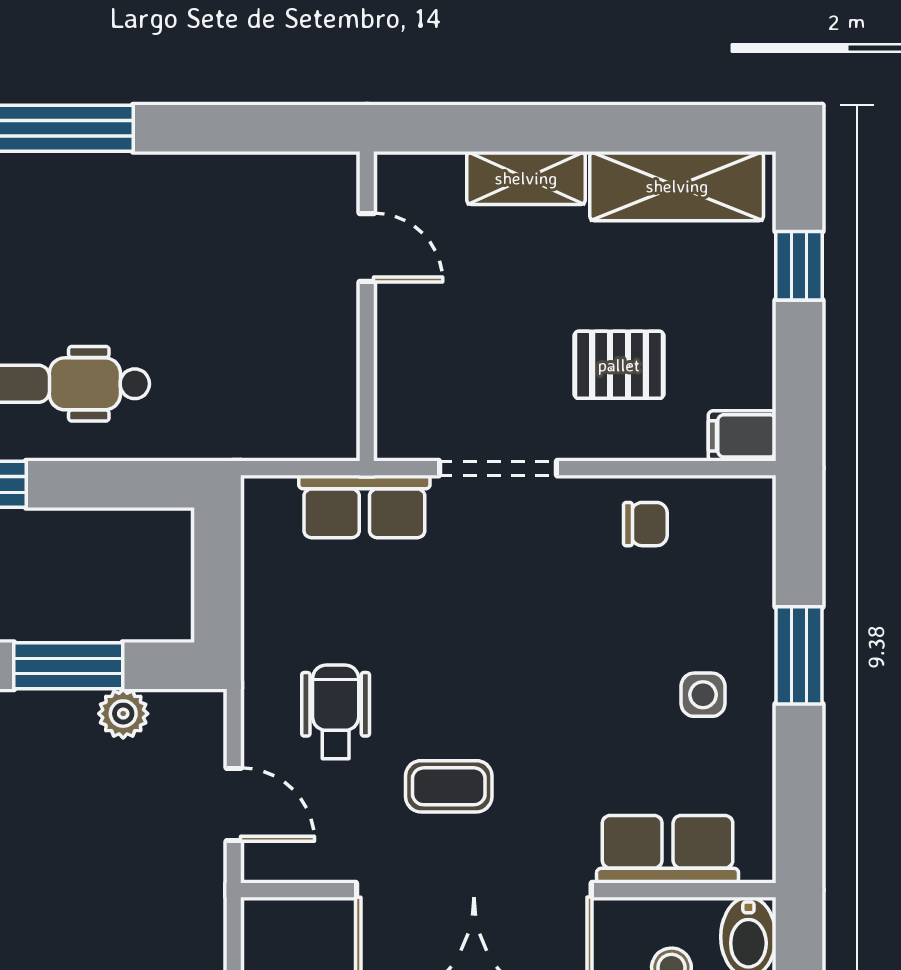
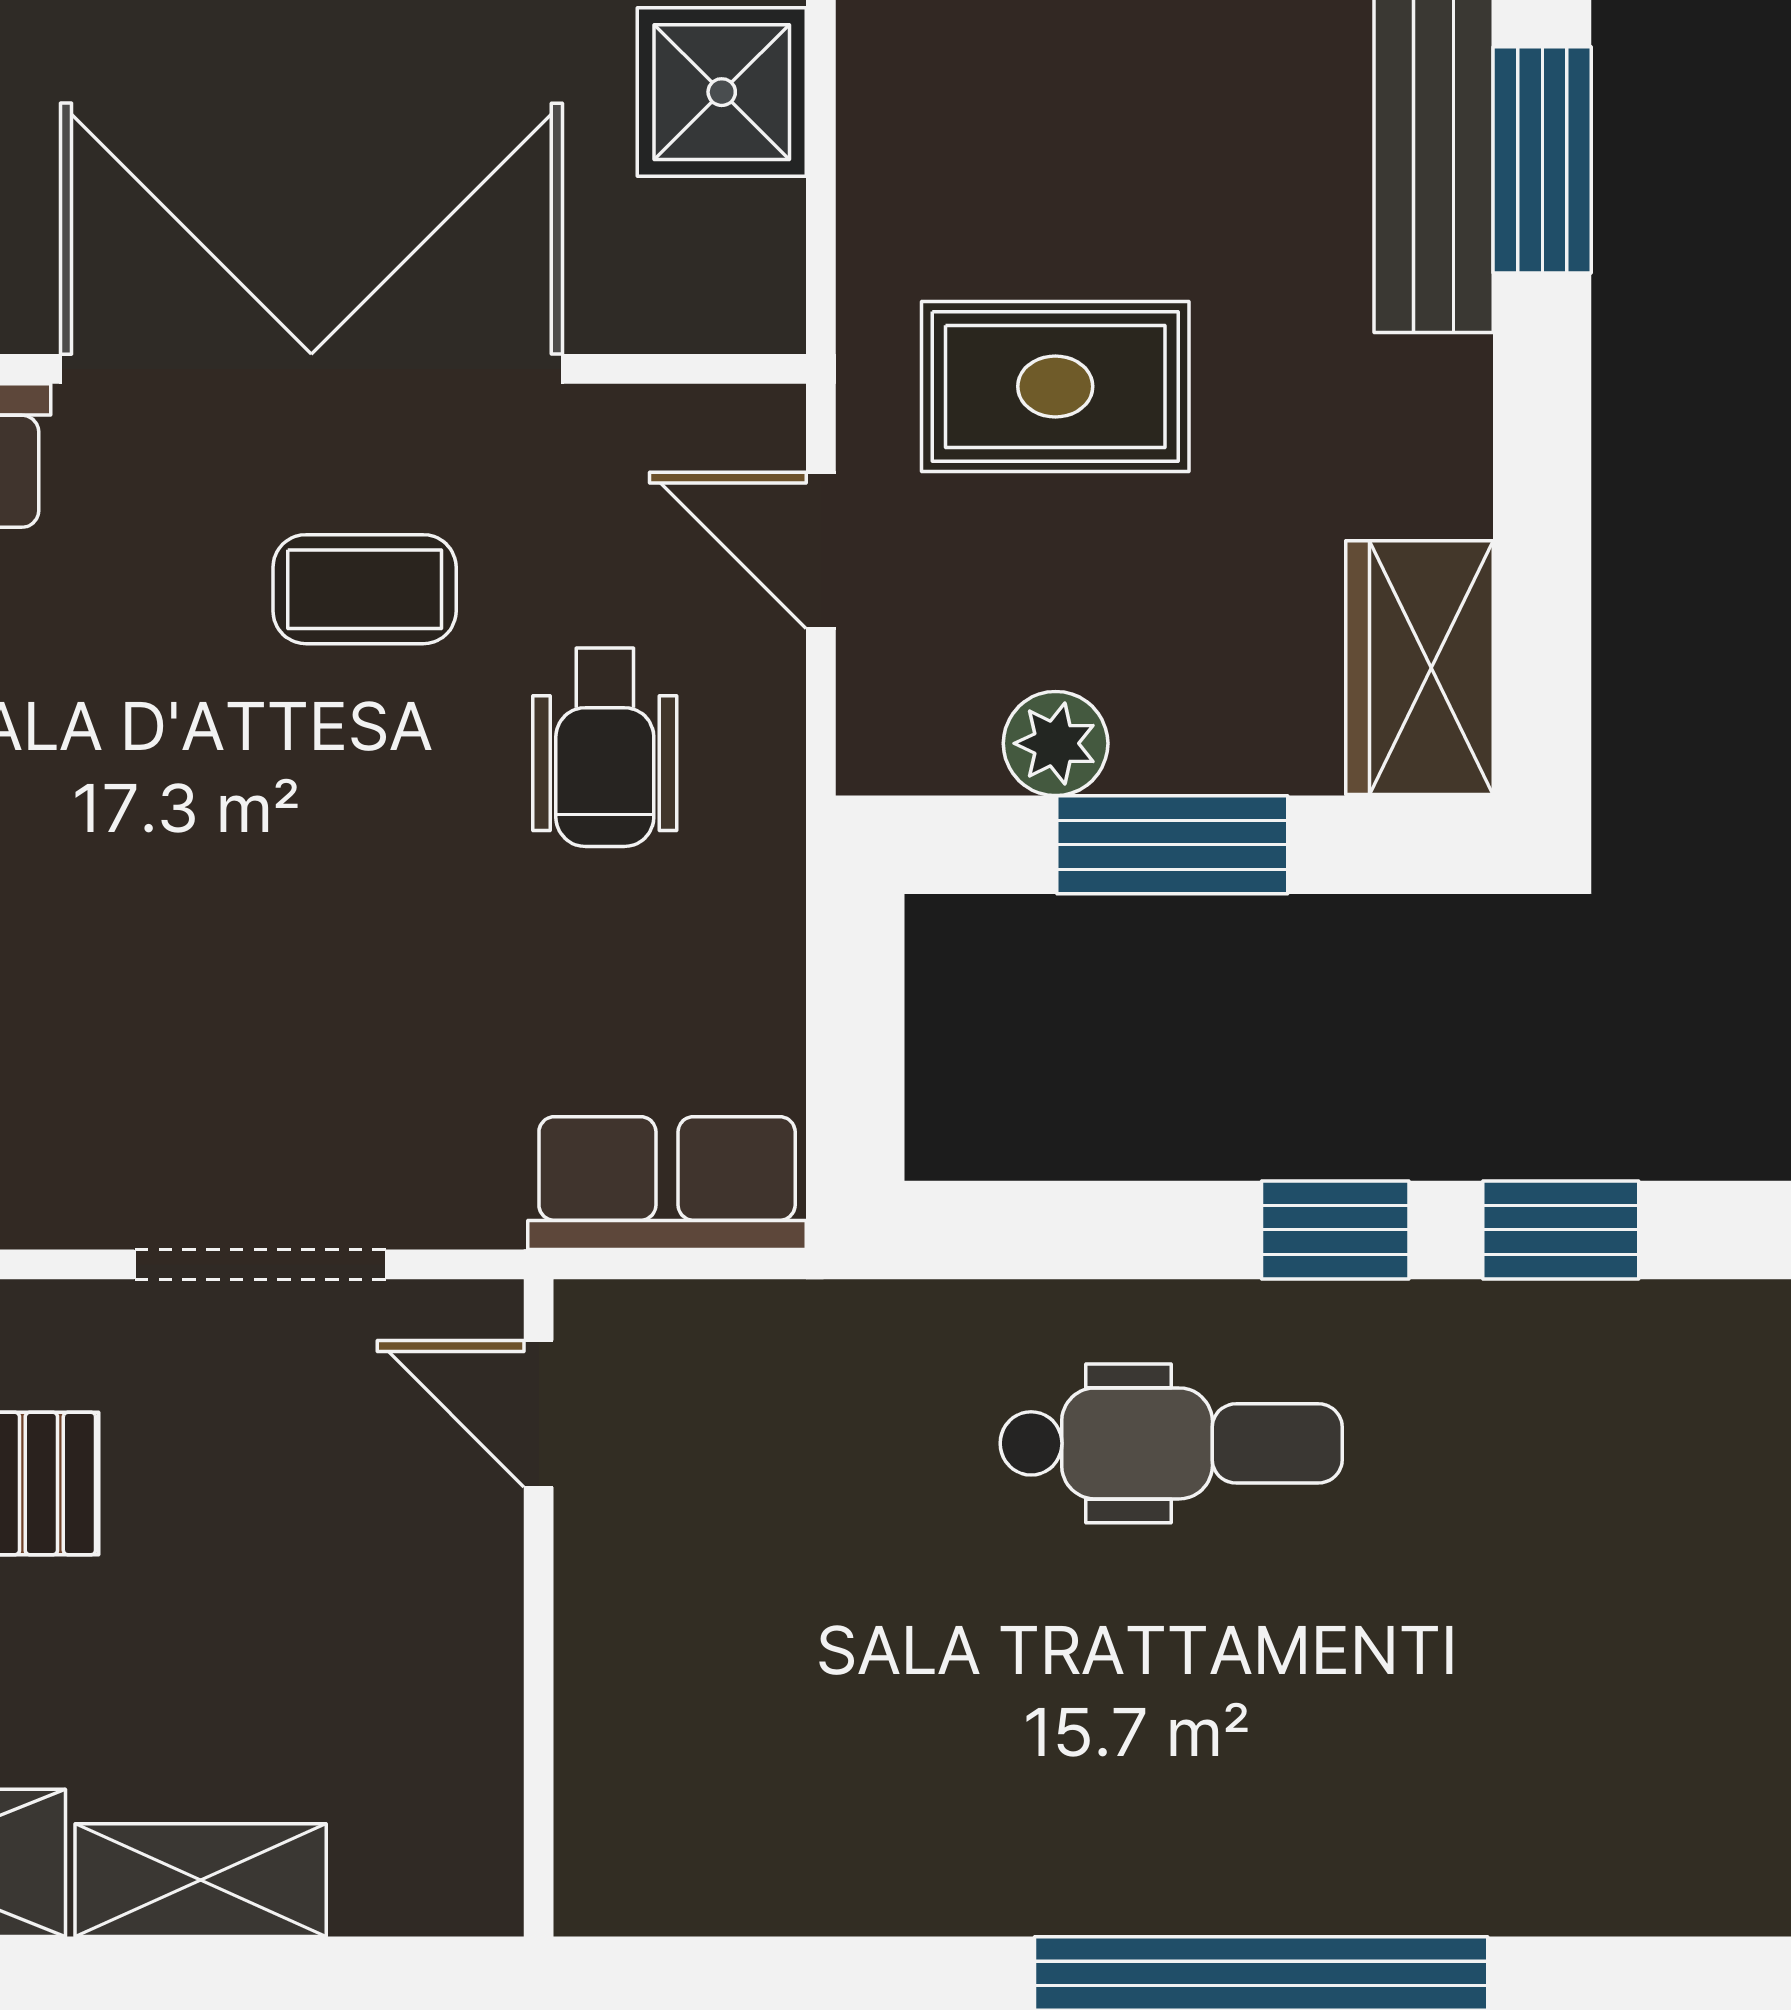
door: (367, 248) -> (539, 1414), moved
row of seats: (364, 506) -> (667, 1183), moved
rug: (123, 882) -> (1055, 386), added

